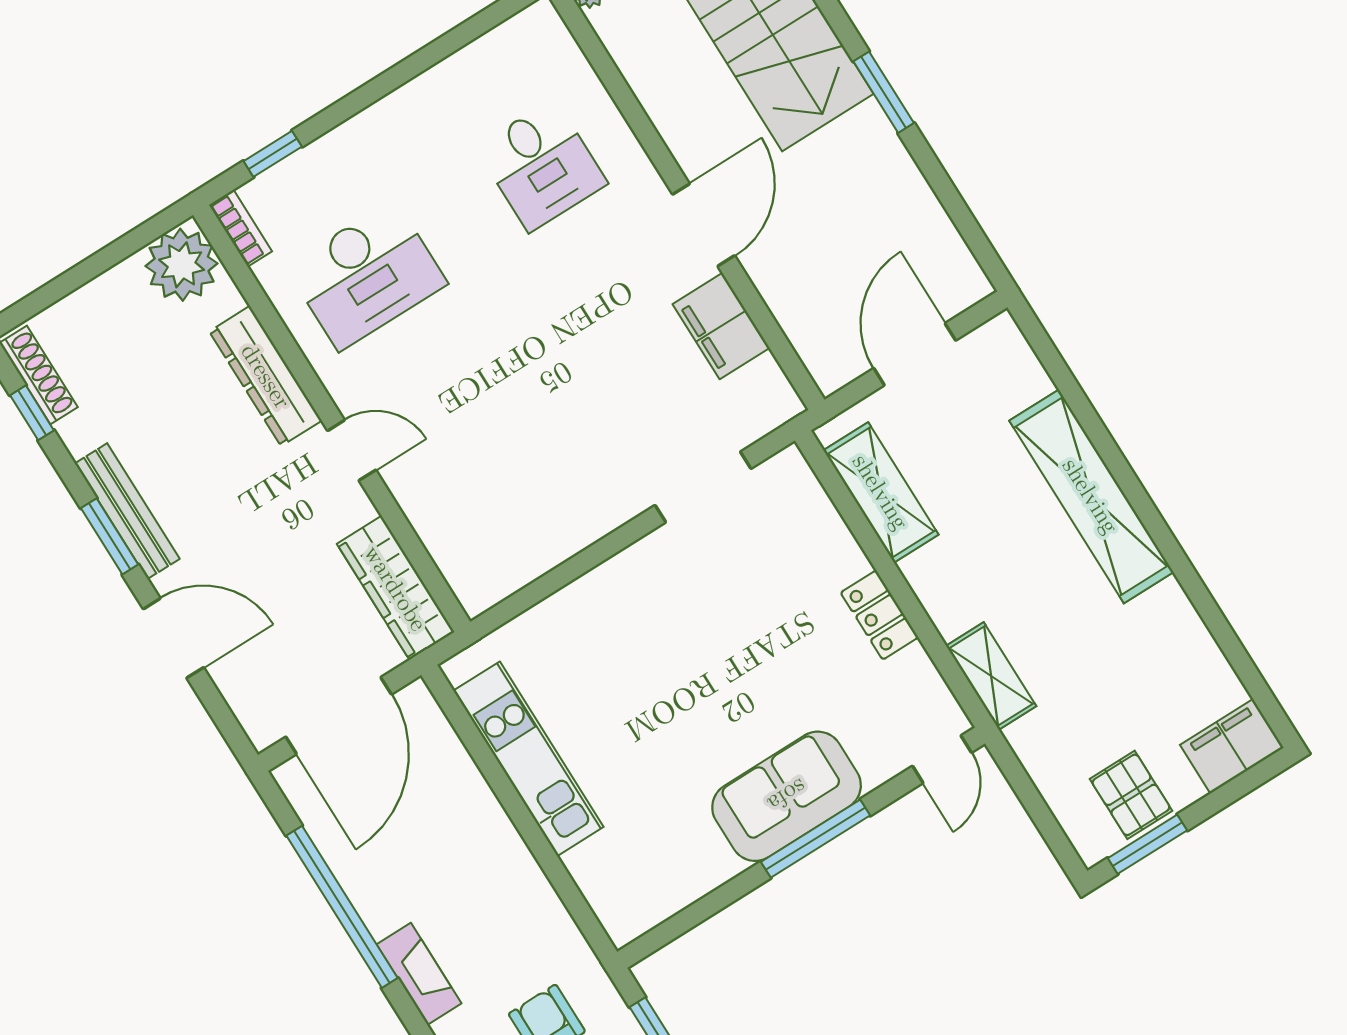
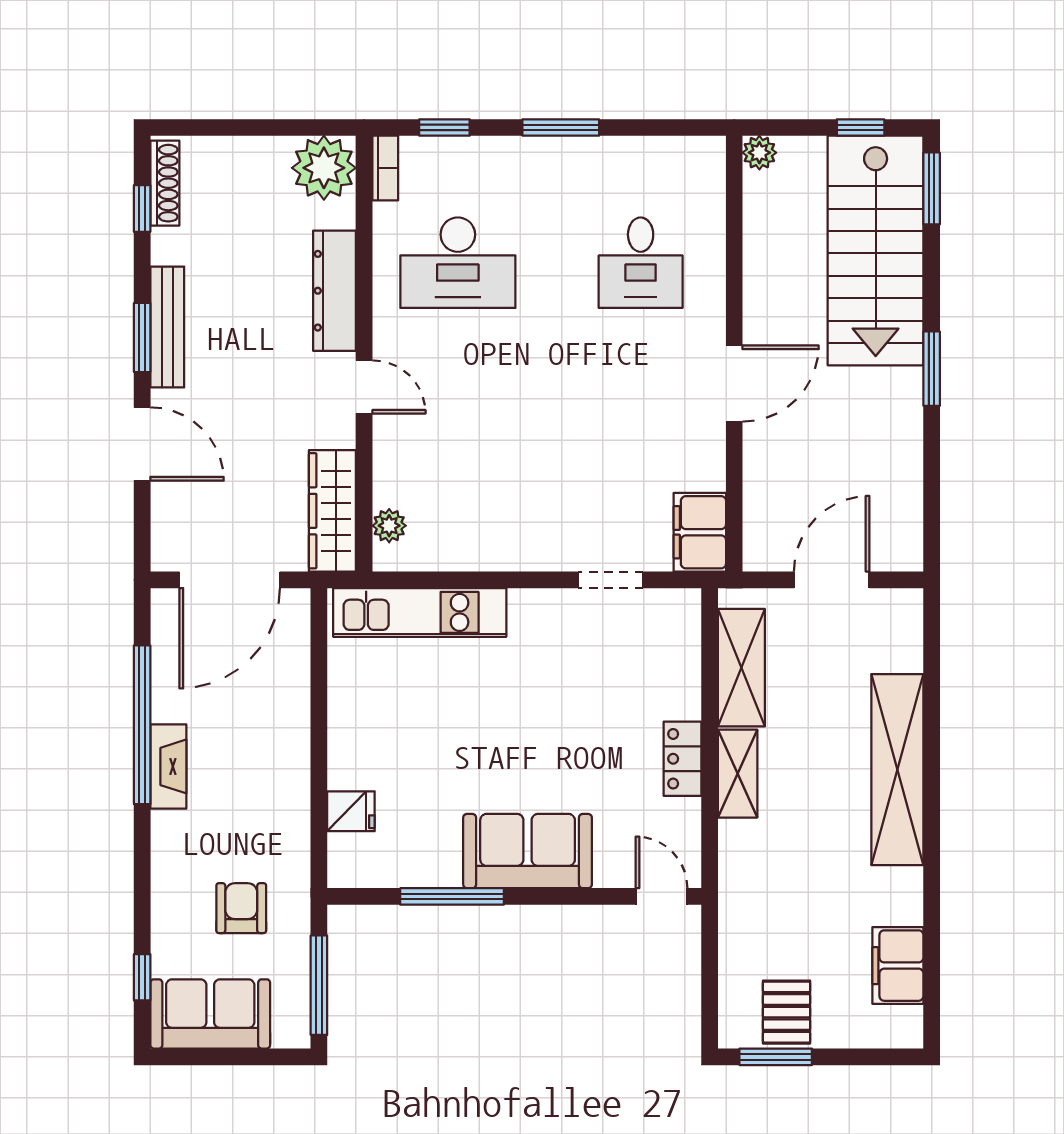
window: (384, 84) -> (561, 127), added
filing cabinet: (721, 326) -> (700, 532), moved
doorway: (703, 487) -> (611, 580), width x0.73
plant: (459, 568) -> (389, 526), added
shelving: (991, 676) -> (738, 774), moved
filing cabinet: (1232, 746) -> (898, 966), moved, turned -90
kitchen unit: (528, 759) -> (420, 612), moved, turned 90
door: (942, 759) -> (662, 896), swing flipped
window: (816, 839) -> (452, 896), moved
fridge: (594, 864) -> (351, 811), added
fireplace: (419, 974) -> (168, 766), moved

